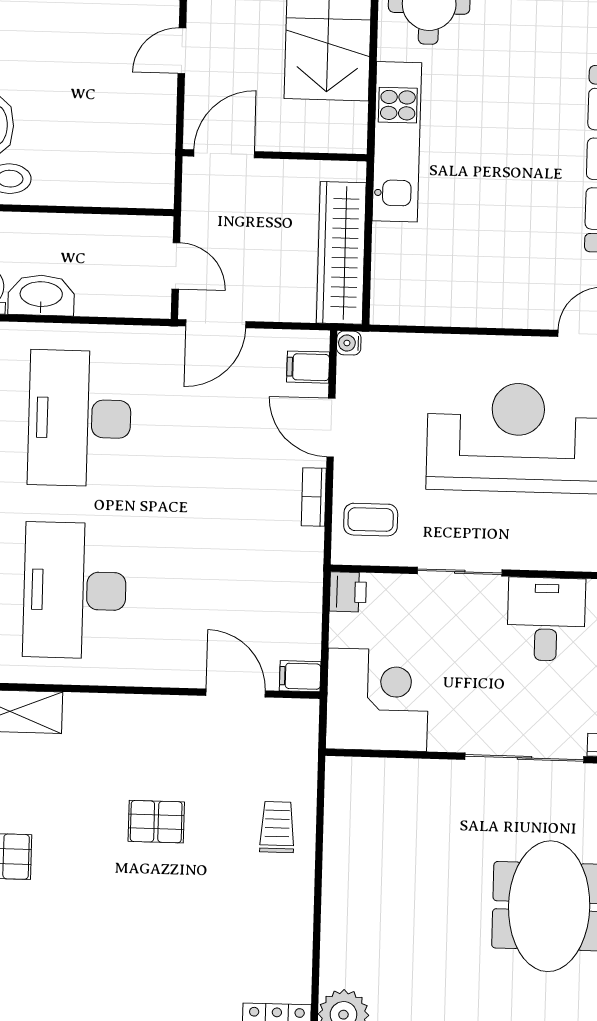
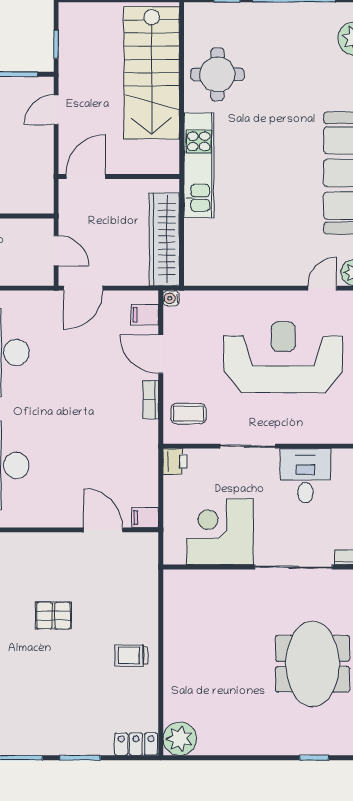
corner desk: (377, 700) -> (220, 532), moved, turned -90
trolley: (277, 827) -> (131, 655), moved, turned -90

